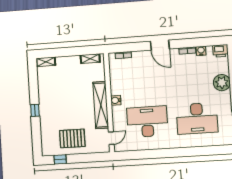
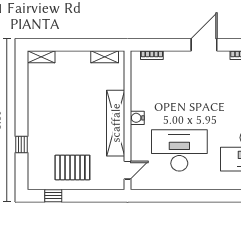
door: (160, 45) -> (204, 45), swing flipped
window: (35, 110) -> (21, 144), moved

